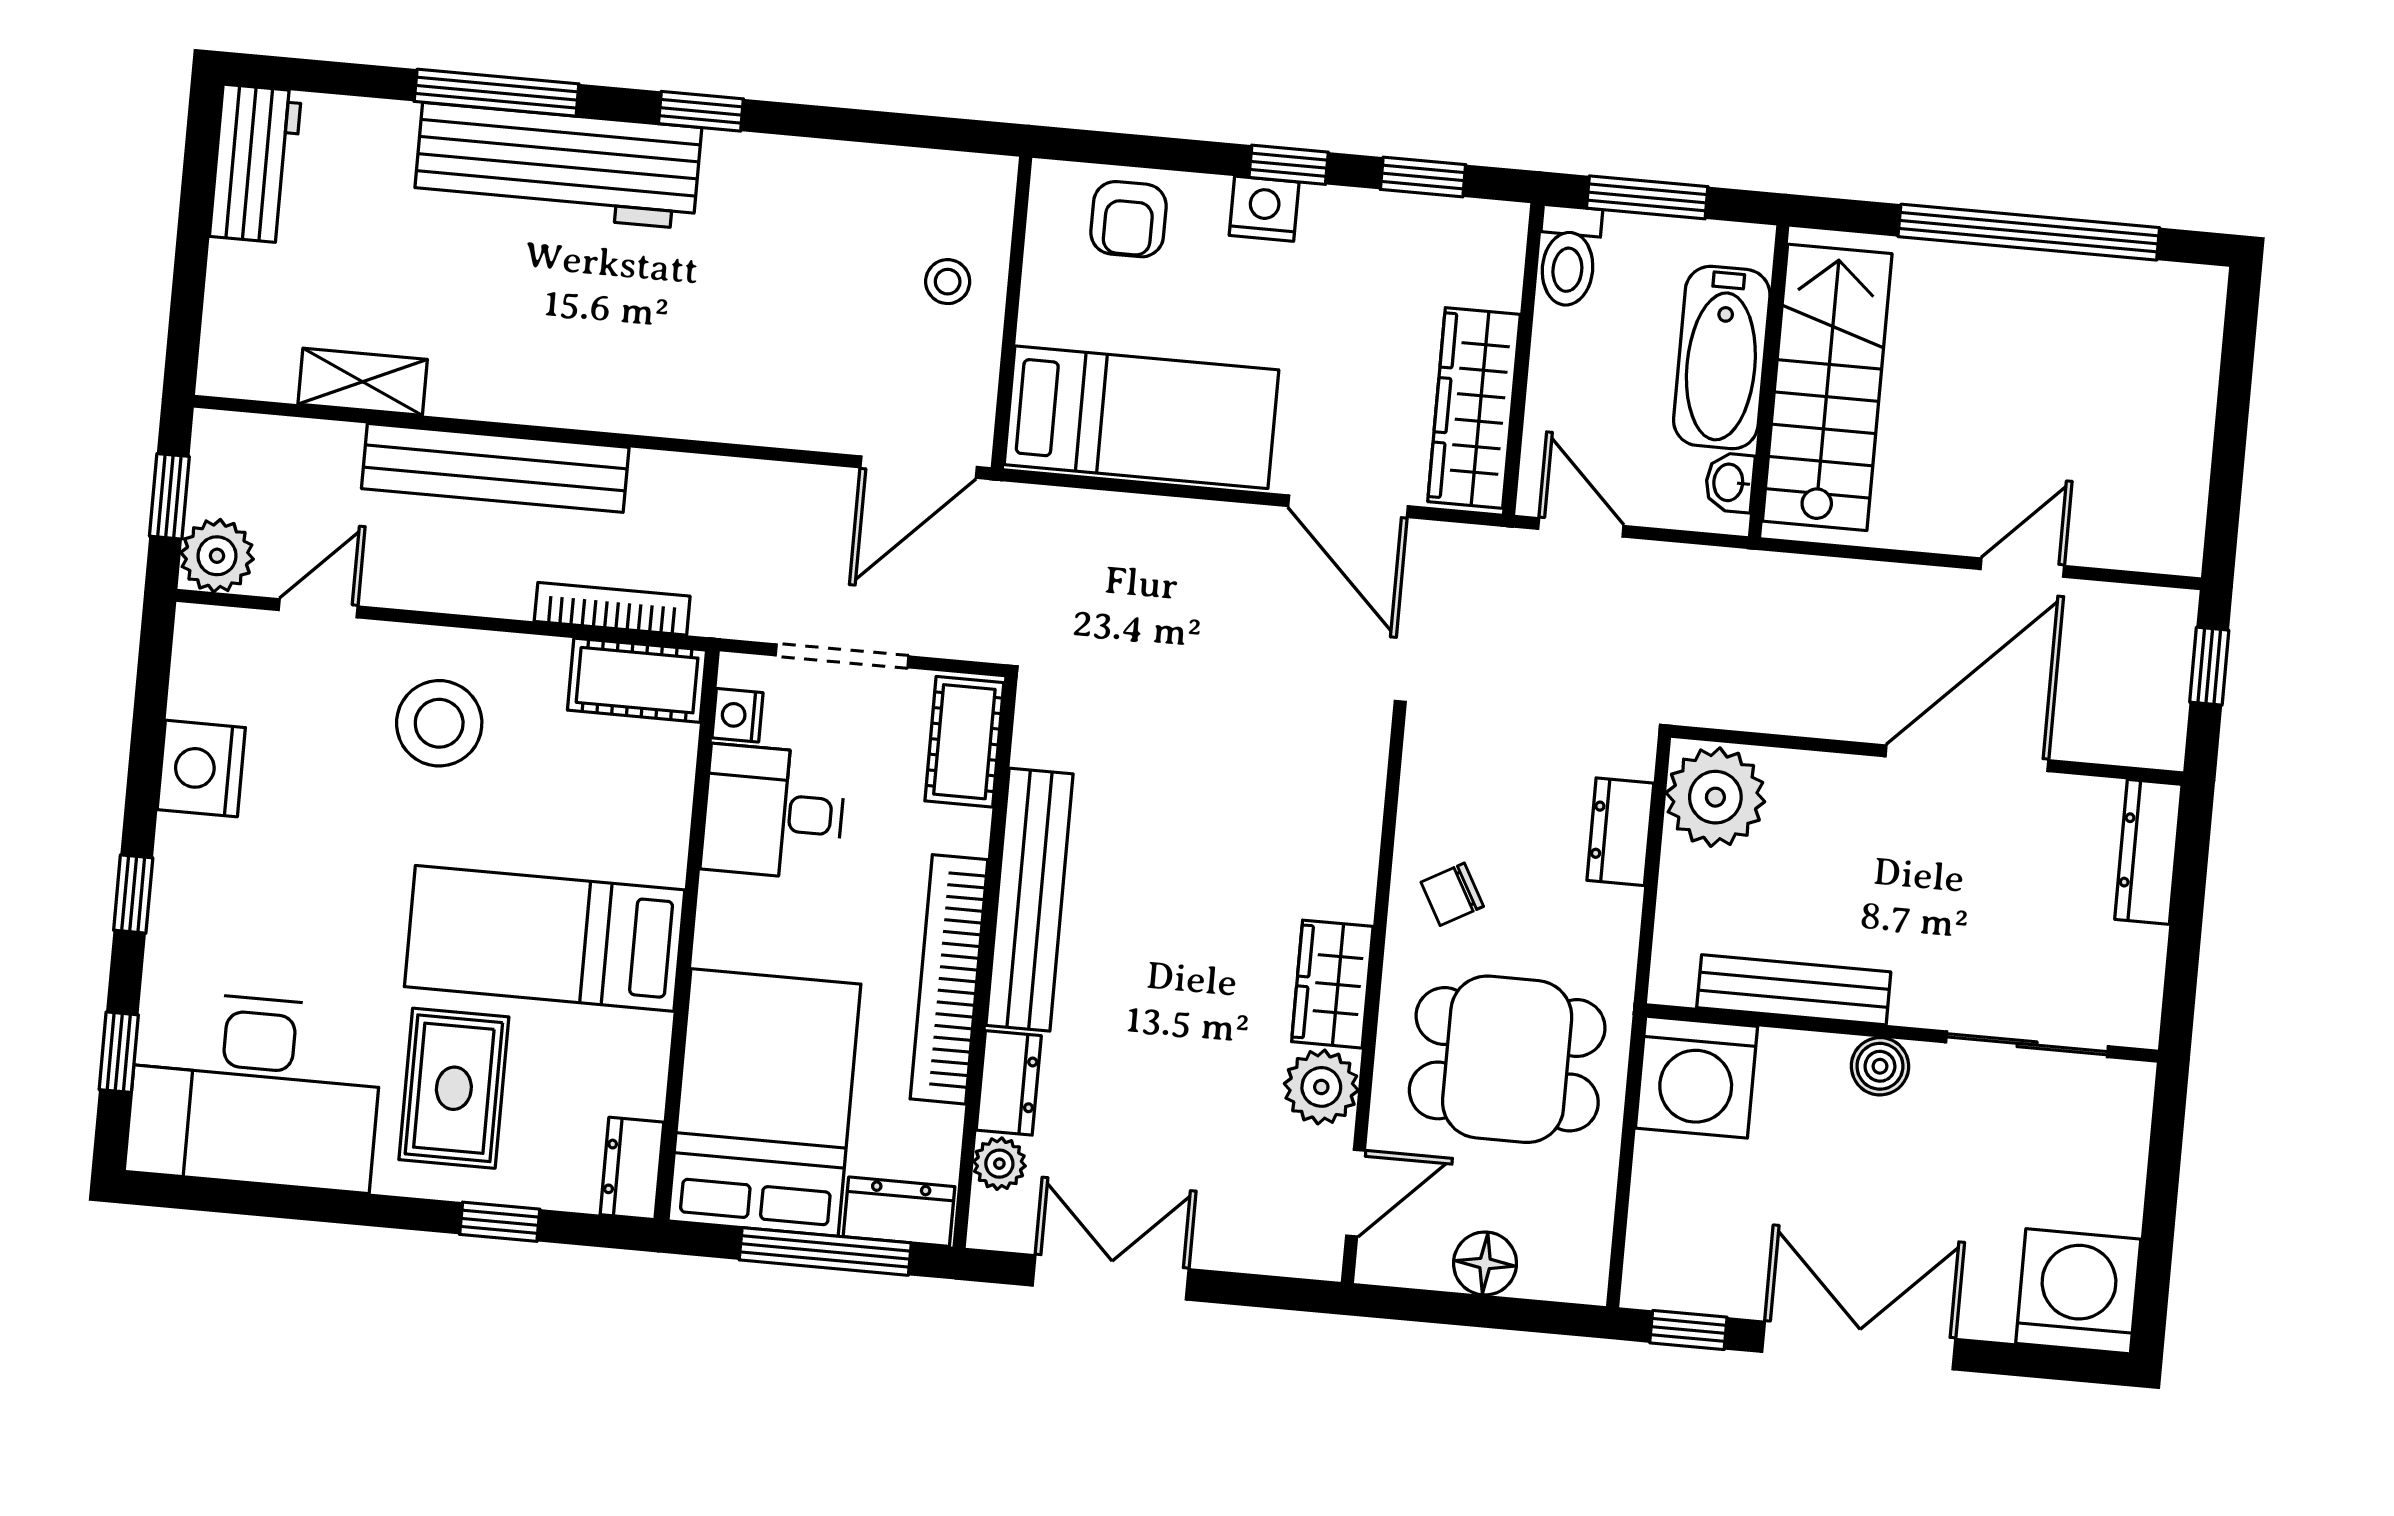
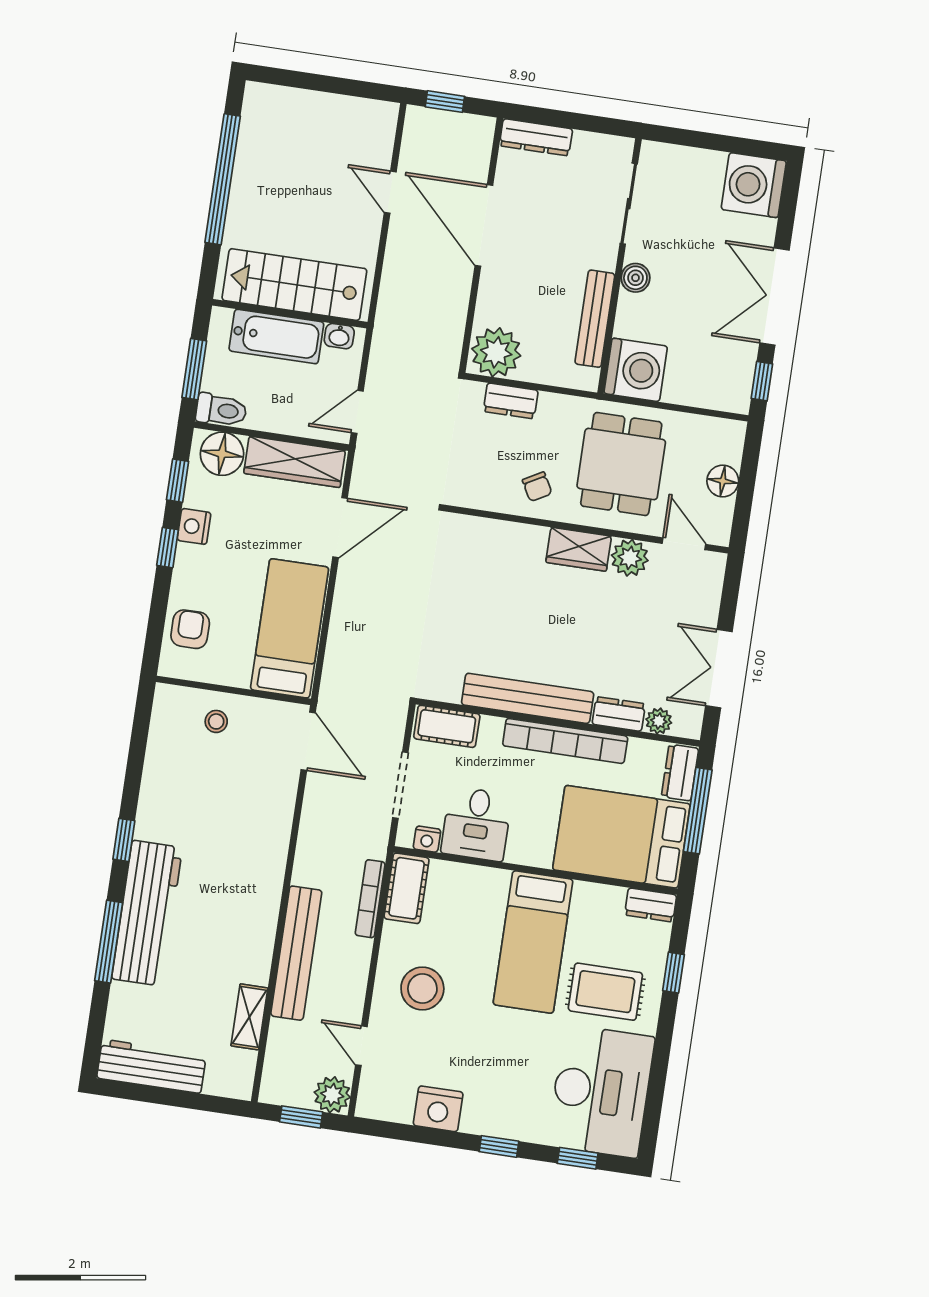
workbench: (256, 164) -> (151, 1066), width x1.38
nightstand: (1264, 209) -> (194, 526), moved
armchair: (1129, 219) -> (190, 629), turned -90
floor lamp: (1482, 262) -> (222, 454), added

